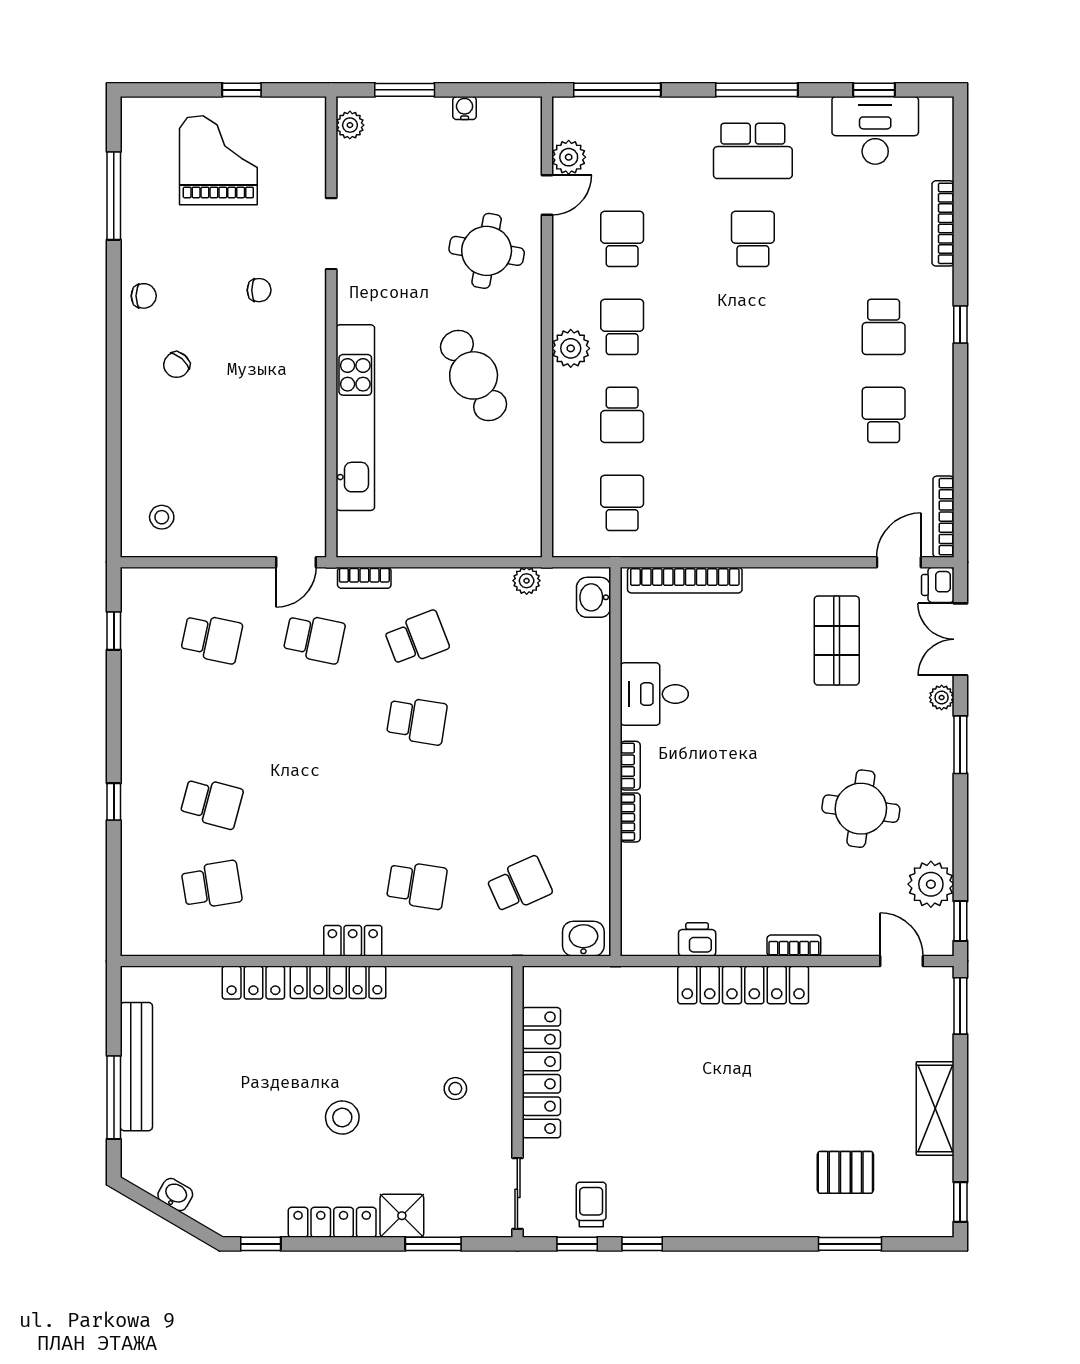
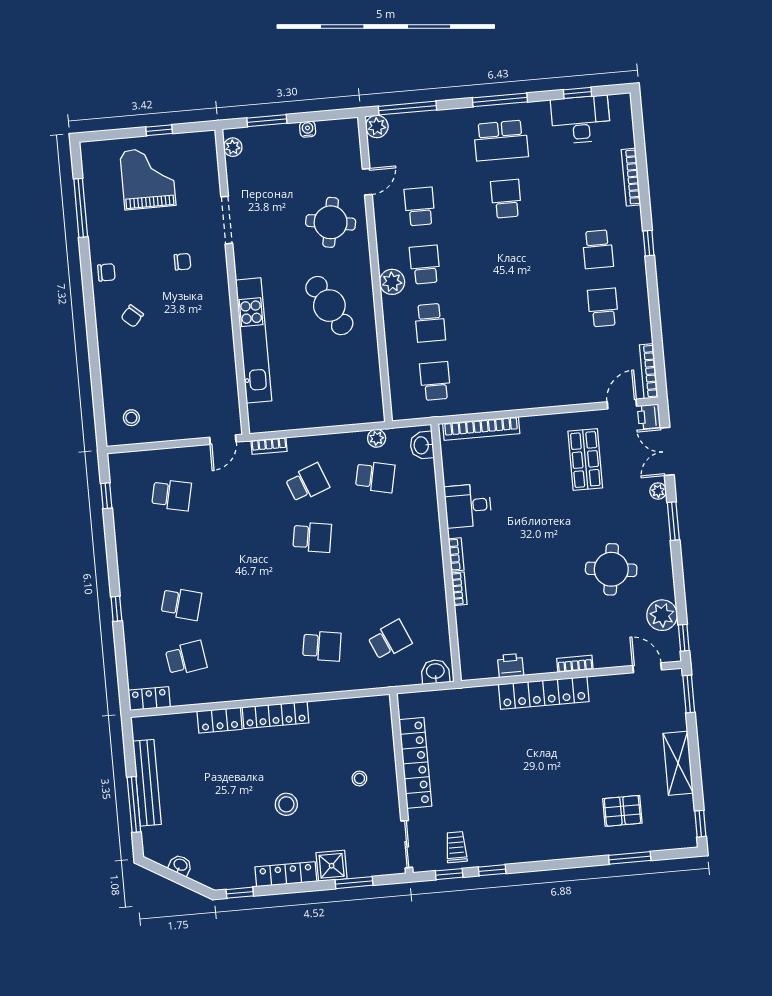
plant: (569, 157) -> (377, 126), moved
school desk: (314, 638) -> (375, 477), moved
locker: (353, 941) -> (149, 699), moved

